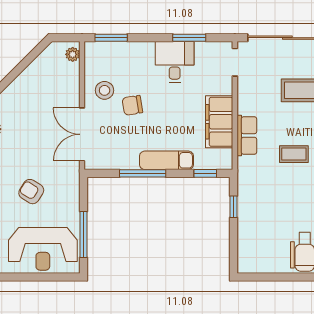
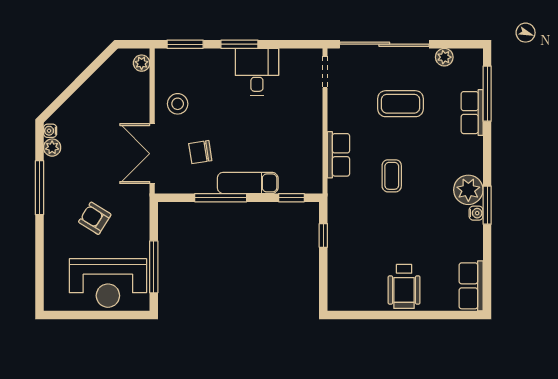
window: (189, 38) -> (239, 44), moved
chair: (132, 105) -> (200, 152), moved
filing cabinet: (219, 122) -> (307, 139), removed
coffee table: (294, 154) -> (392, 176), turned 90

